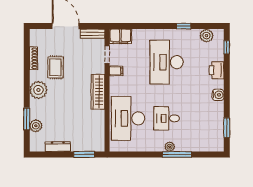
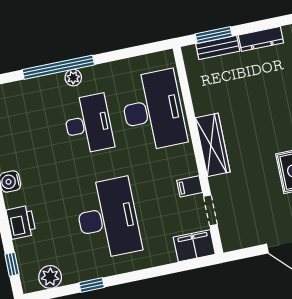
bench: (92, 34) -> (218, 47), moved
desk: (167, 118) -> (88, 124), width x1.37
window: (177, 154) -> (58, 67), width x1.46

